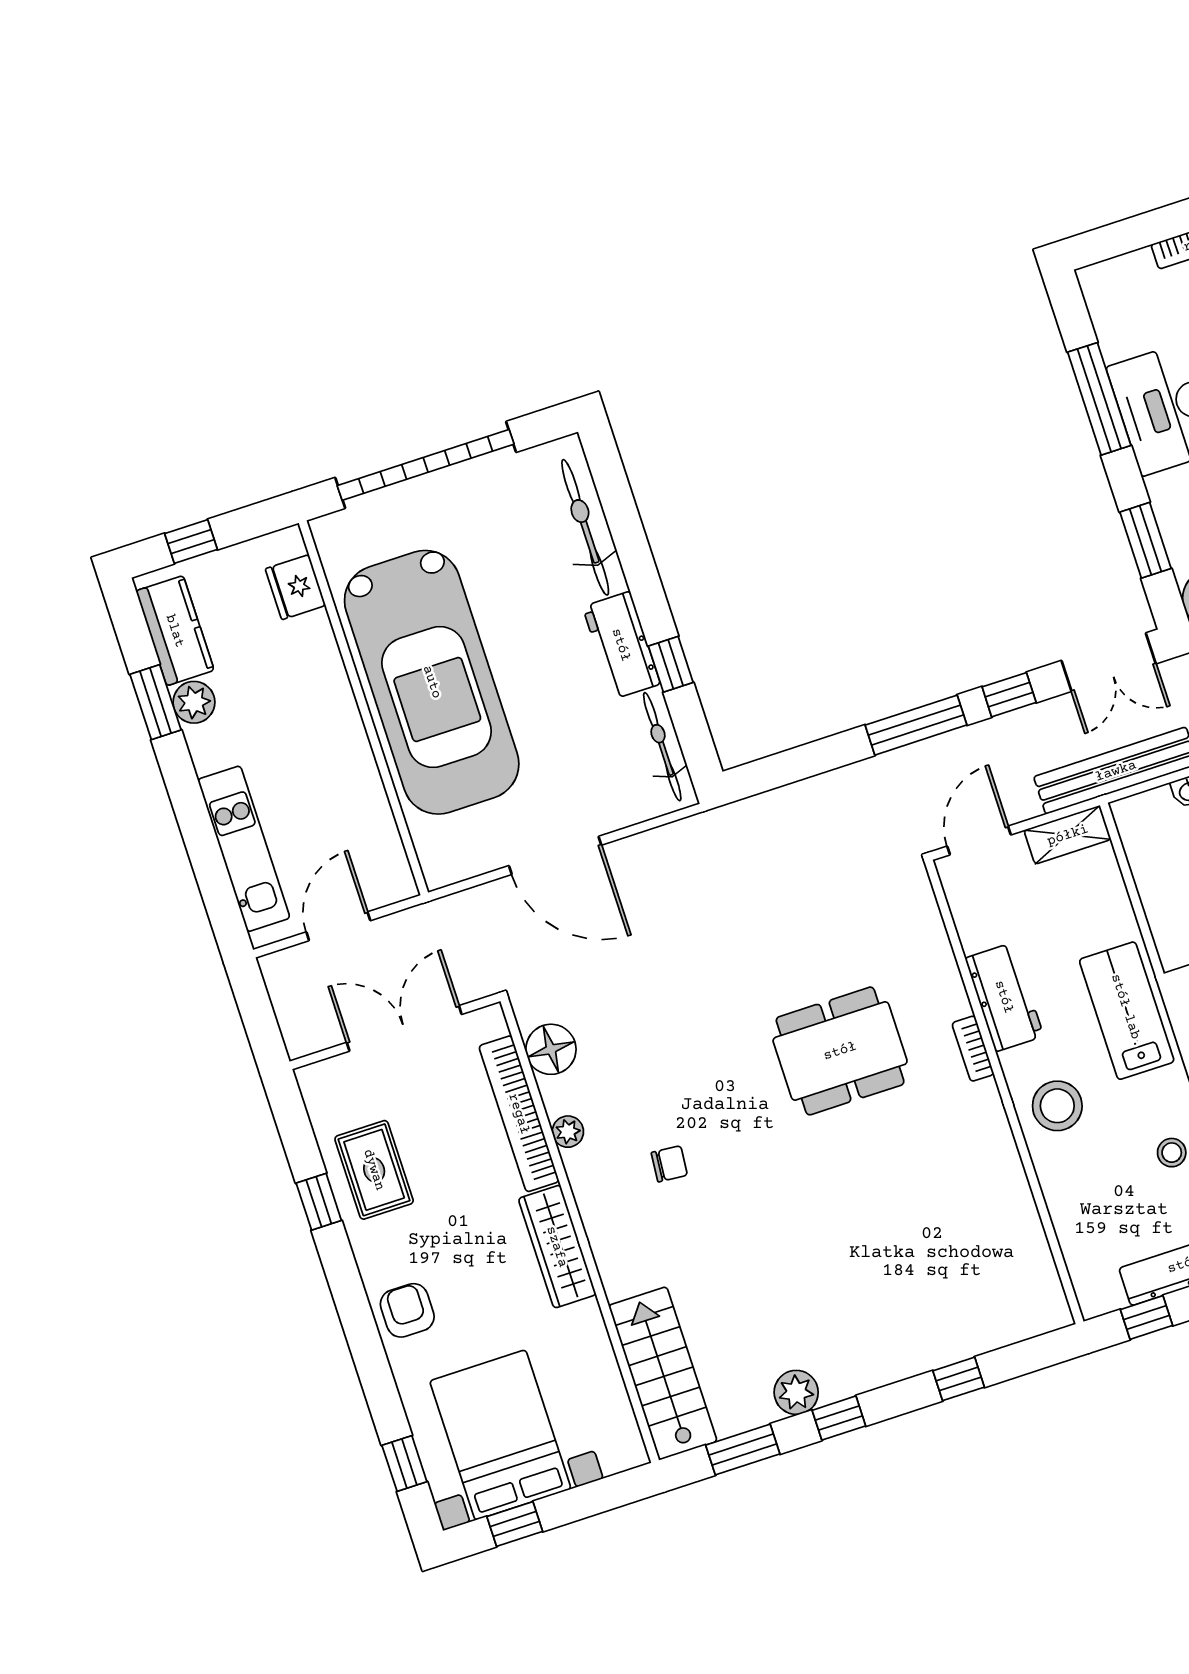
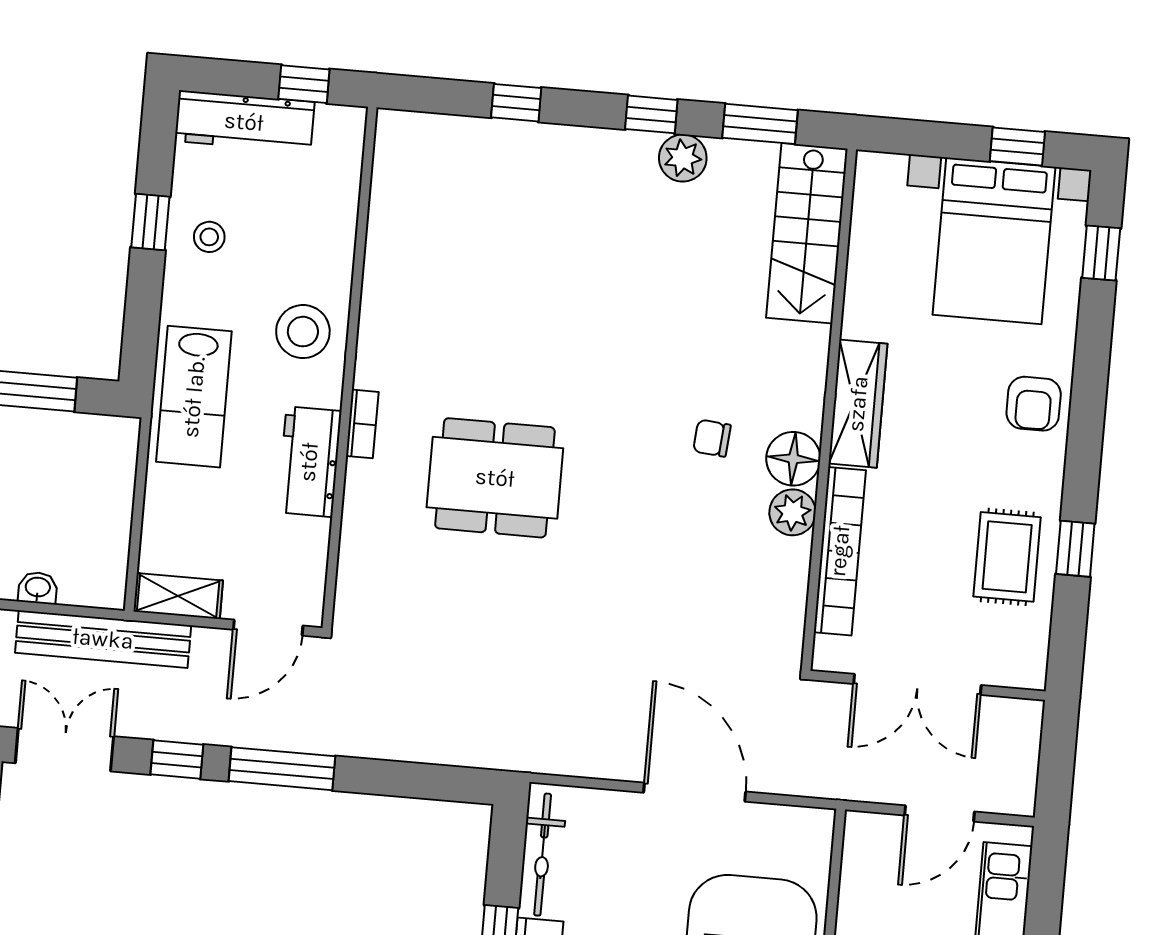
floor lamp: (551, 1049) -> (793, 459), moved
plant: (568, 1132) -> (793, 512), width x1.38, depth x1.38

